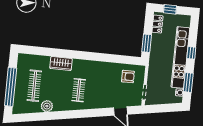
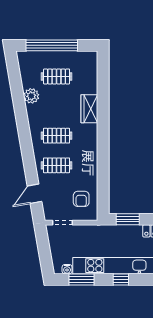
clothes rail: (34, 86) -> (57, 76), width x0.73
clothes rail: (101, 92) -> (57, 165), added

